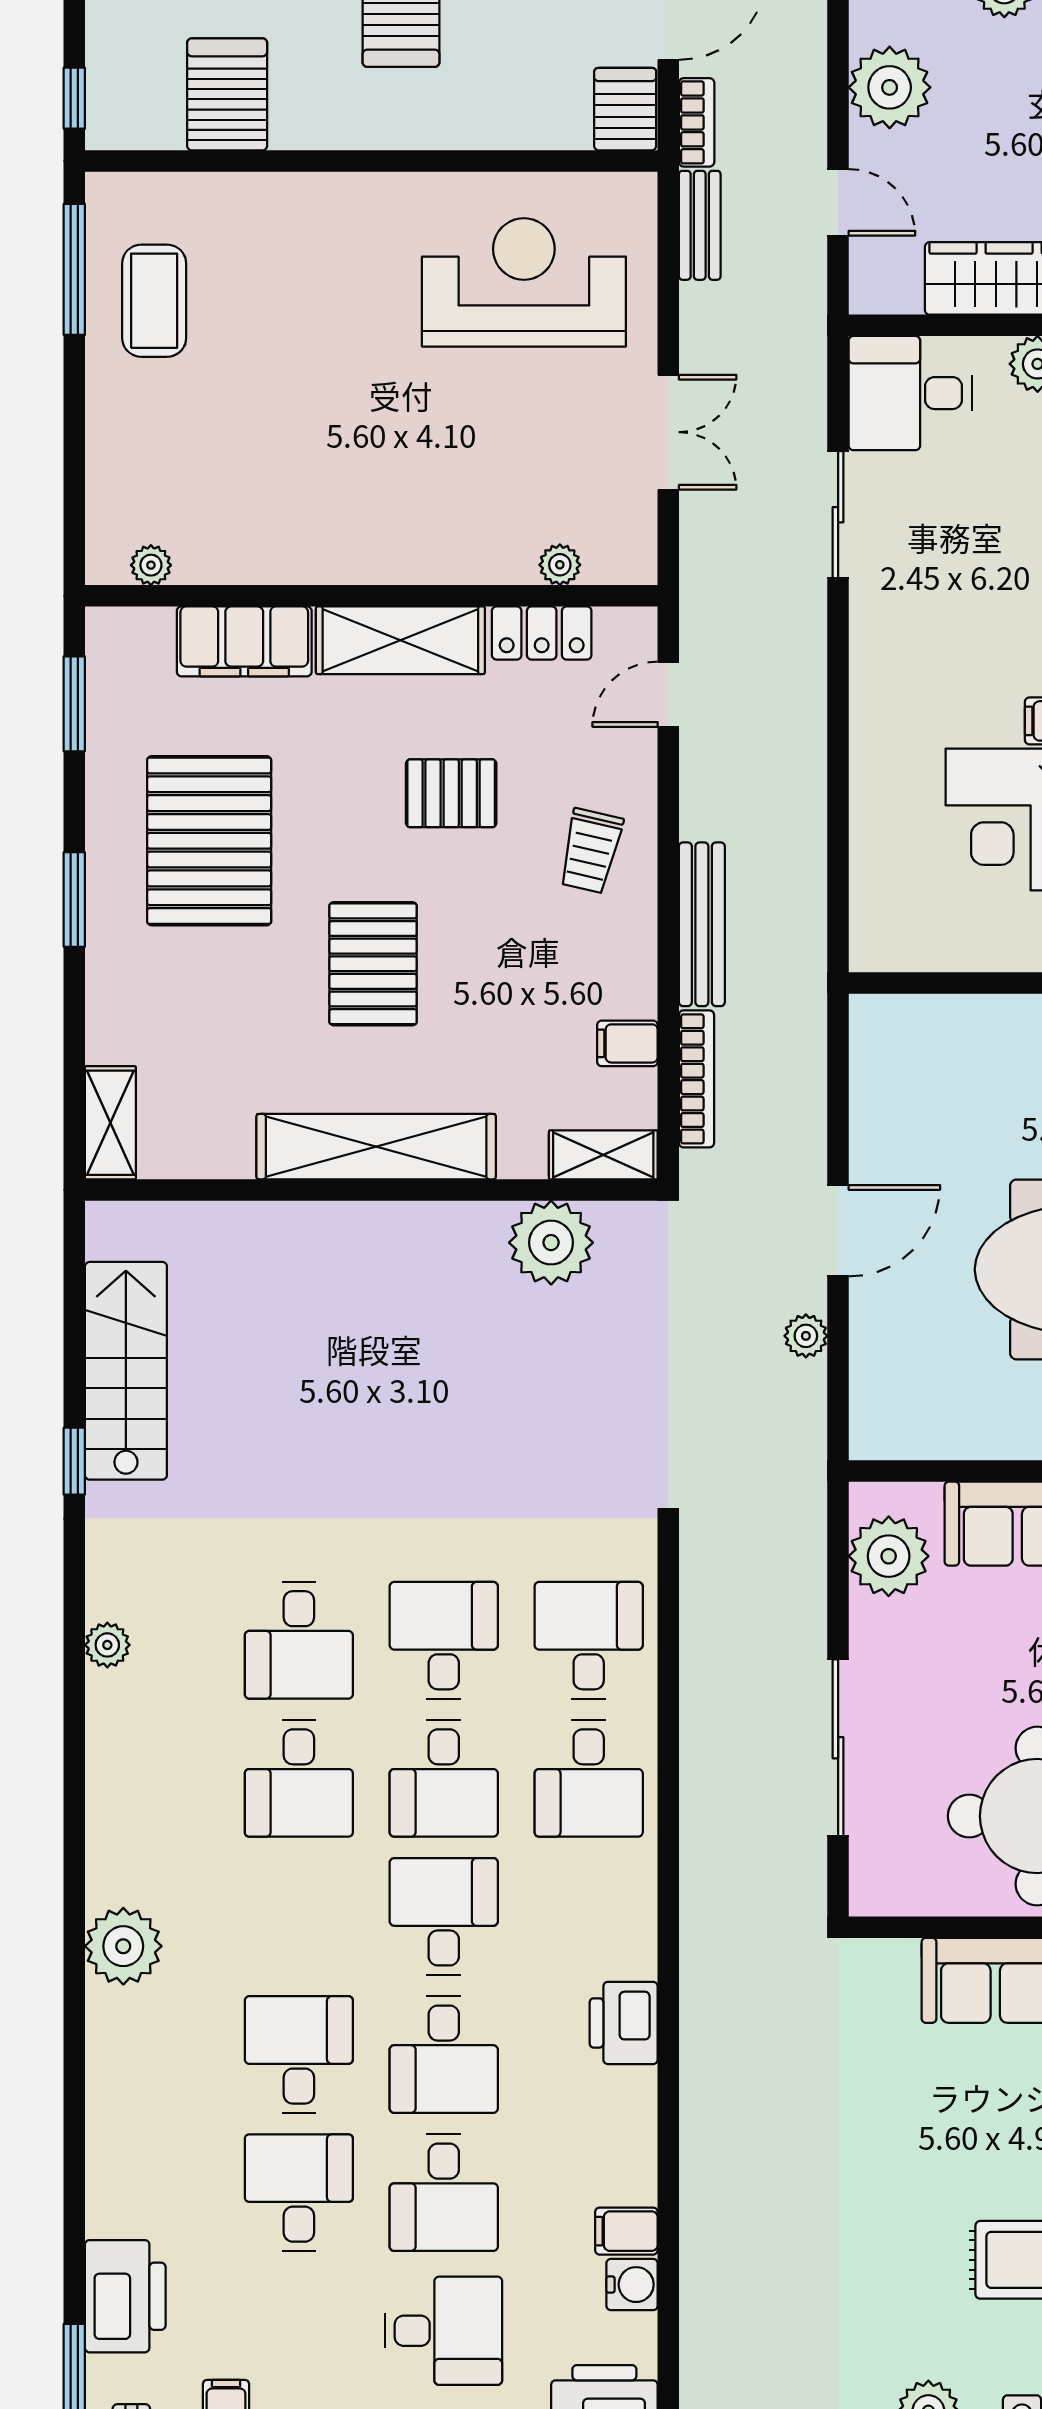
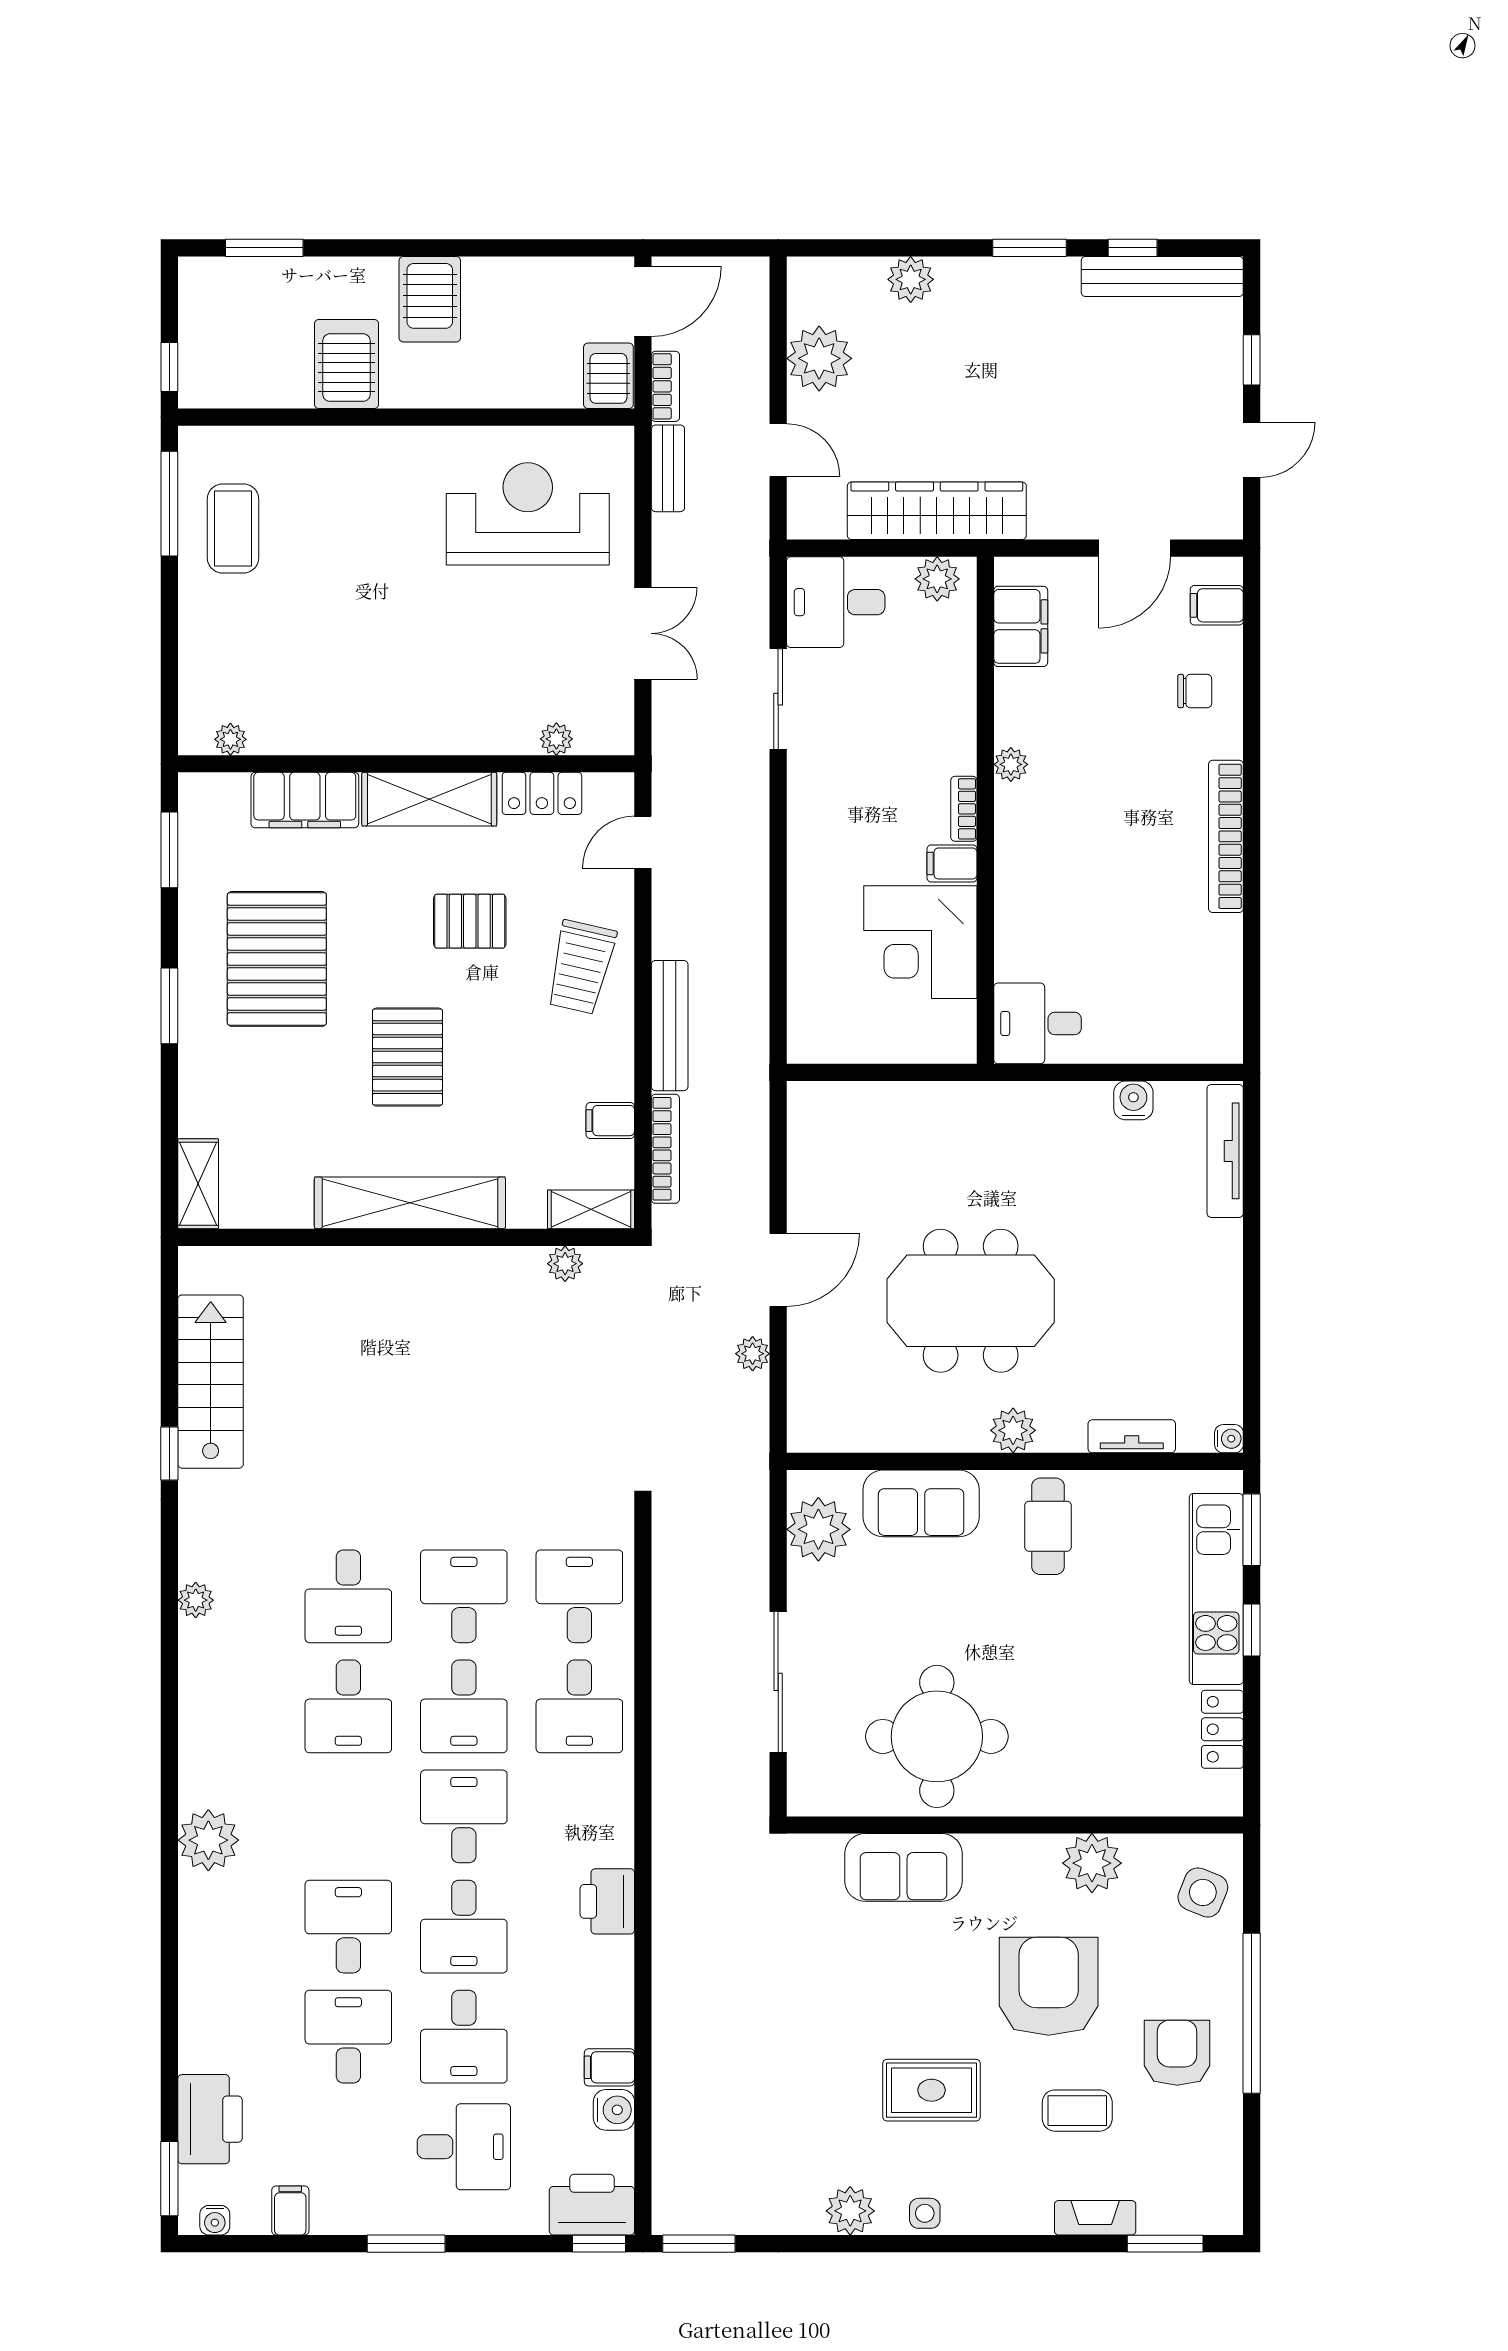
server rack: (227, 94) -> (346, 364), moved
trolley: (591, 851) -> (581, 967), width x1.36, depth x1.39
plant: (551, 1243) -> (565, 1264), width x0.53, depth x0.53

